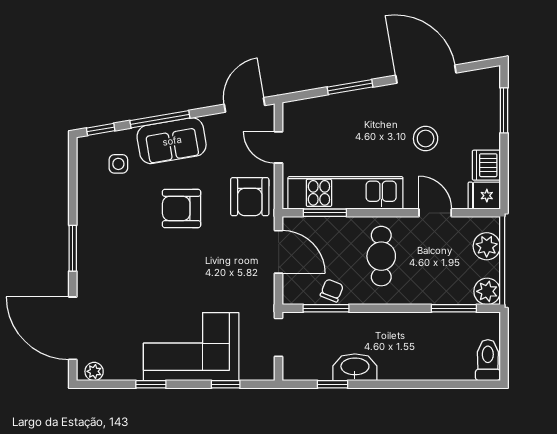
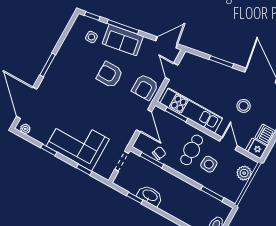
side table: (422, 264) -> (209, 164), added
plant: (487, 291) -> (232, 195), removed

